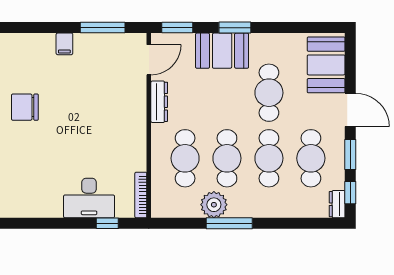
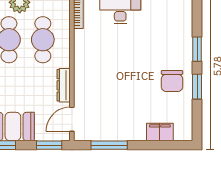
filing cabinet: (64, 44) -> (160, 132), moved, width x2.00
chair: (25, 107) -> (172, 81), turned 90

